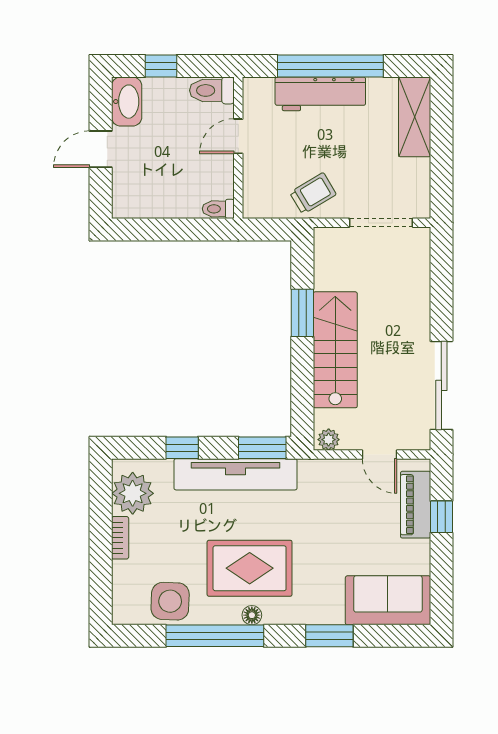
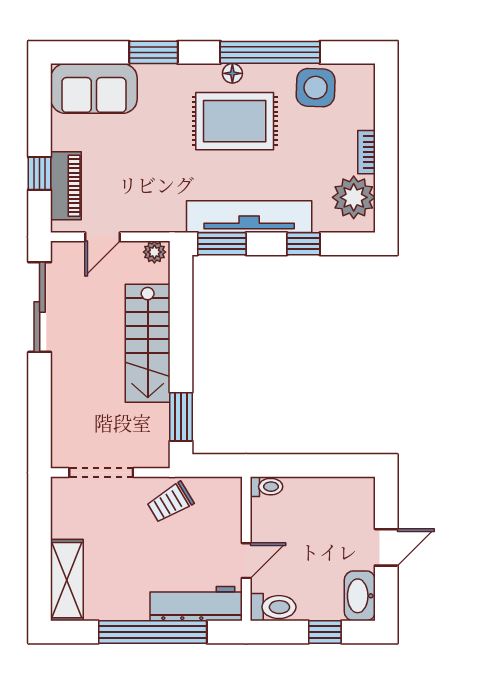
workbench: (320, 94) -> (196, 604), moved
window: (302, 313) -> (181, 417), moved
door: (380, 454) -> (103, 237), swing flipped

